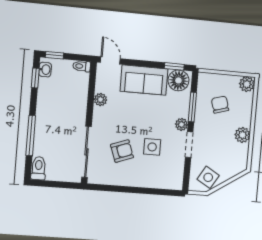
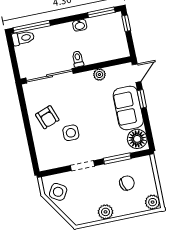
toilet: (82, 66) -> (78, 59), moved
window: (174, 66) -> (142, 99), moved
washbasin: (45, 70) -> (80, 25), moved
window: (35, 78) -> (101, 12), width x1.50
plant: (181, 124) -> (99, 153), removed
window: (31, 136) -> (32, 27), moved
armchair: (122, 151) -> (47, 117), moved

